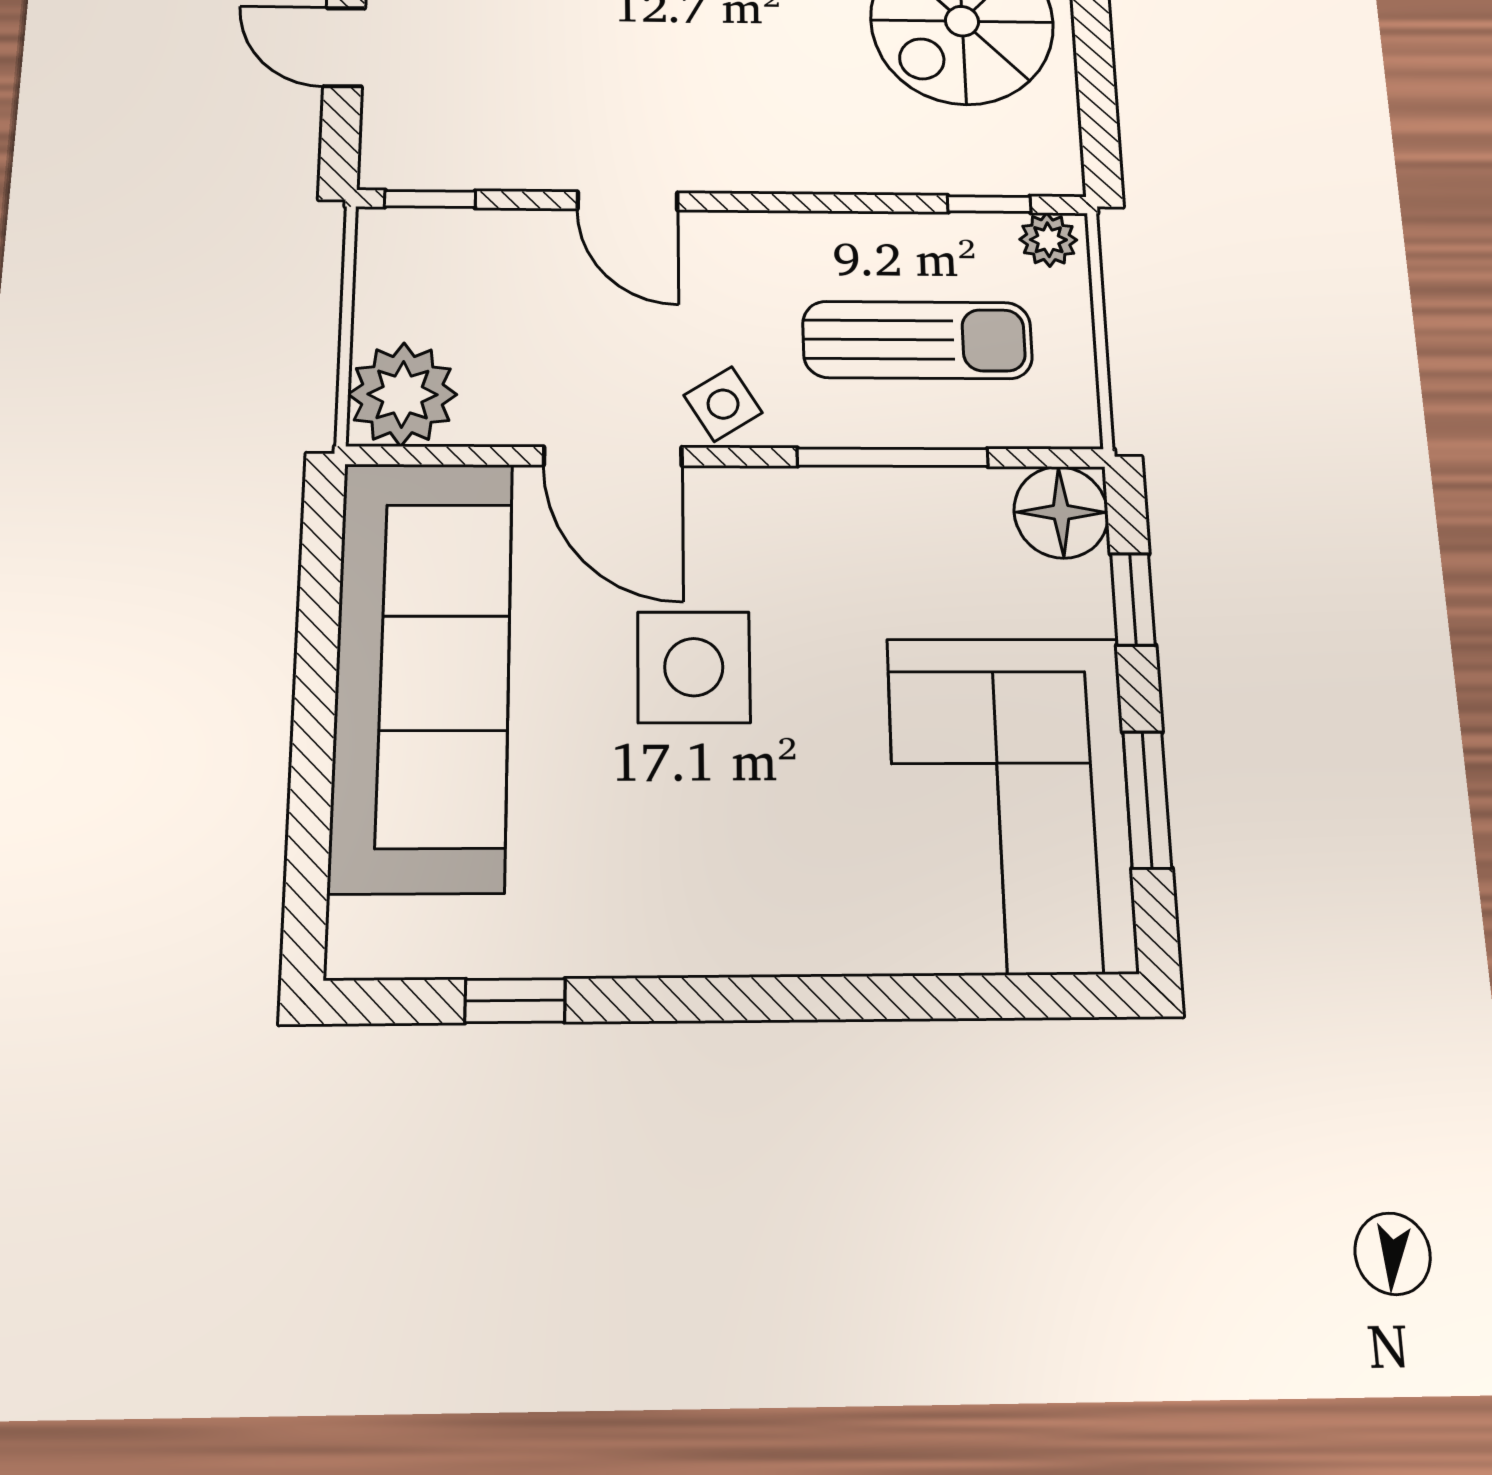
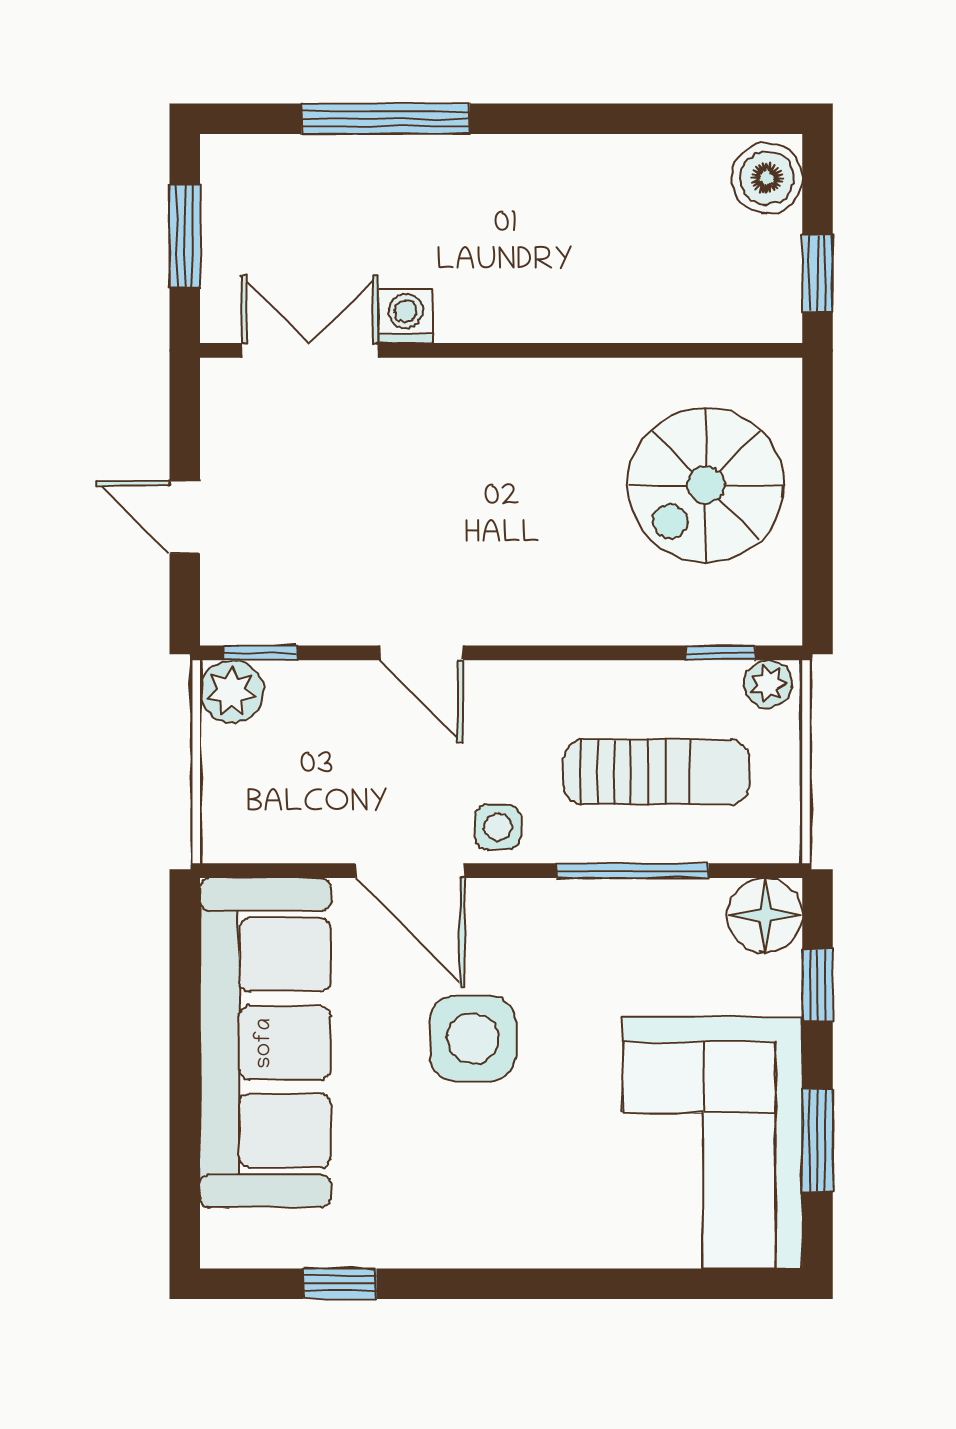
plant: (402, 394) -> (232, 692), moved, width x0.73, depth x0.73
side table: (723, 404) -> (498, 827), turned 32

